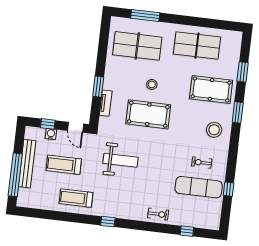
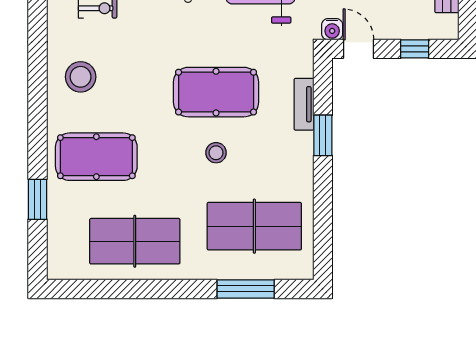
window: (238, 112) -> (37, 117), removed
water cooler: (51, 134) -> (332, 29), moved

